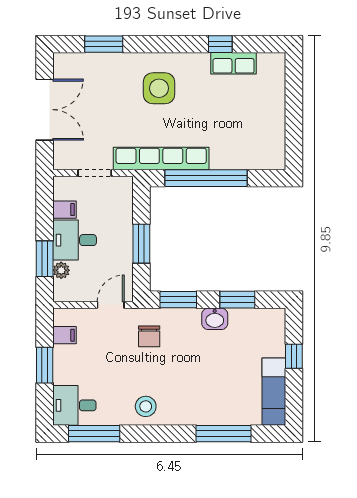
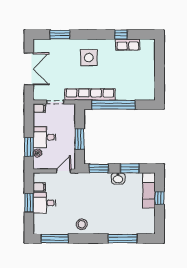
filing cabinet: (64, 210) -> (39, 108), moved
chair: (149, 336) -> (84, 188), removed
exam couch: (274, 392) -> (149, 190), moved
desk: (74, 405) -> (44, 203), moved

